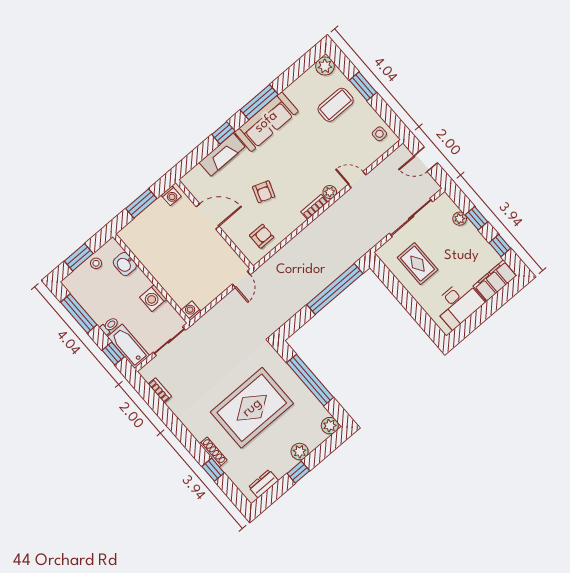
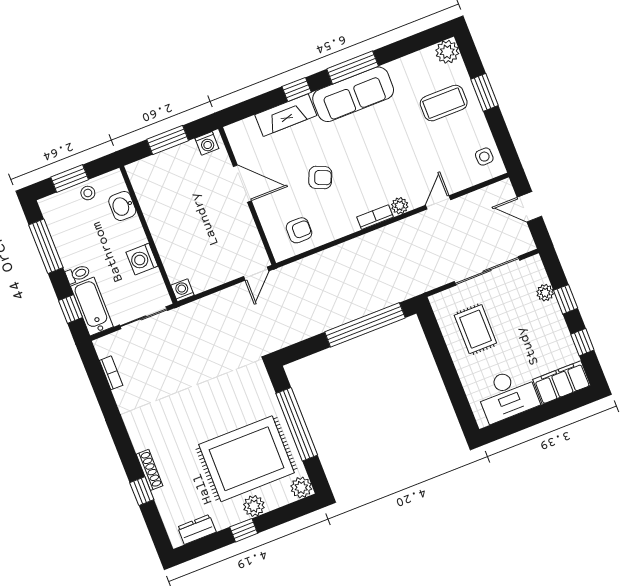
door: (357, 180) -> (438, 202), hinge flipped
armchair: (264, 192) -> (320, 177), turned -87
rug: (252, 408) -> (247, 459), moved

